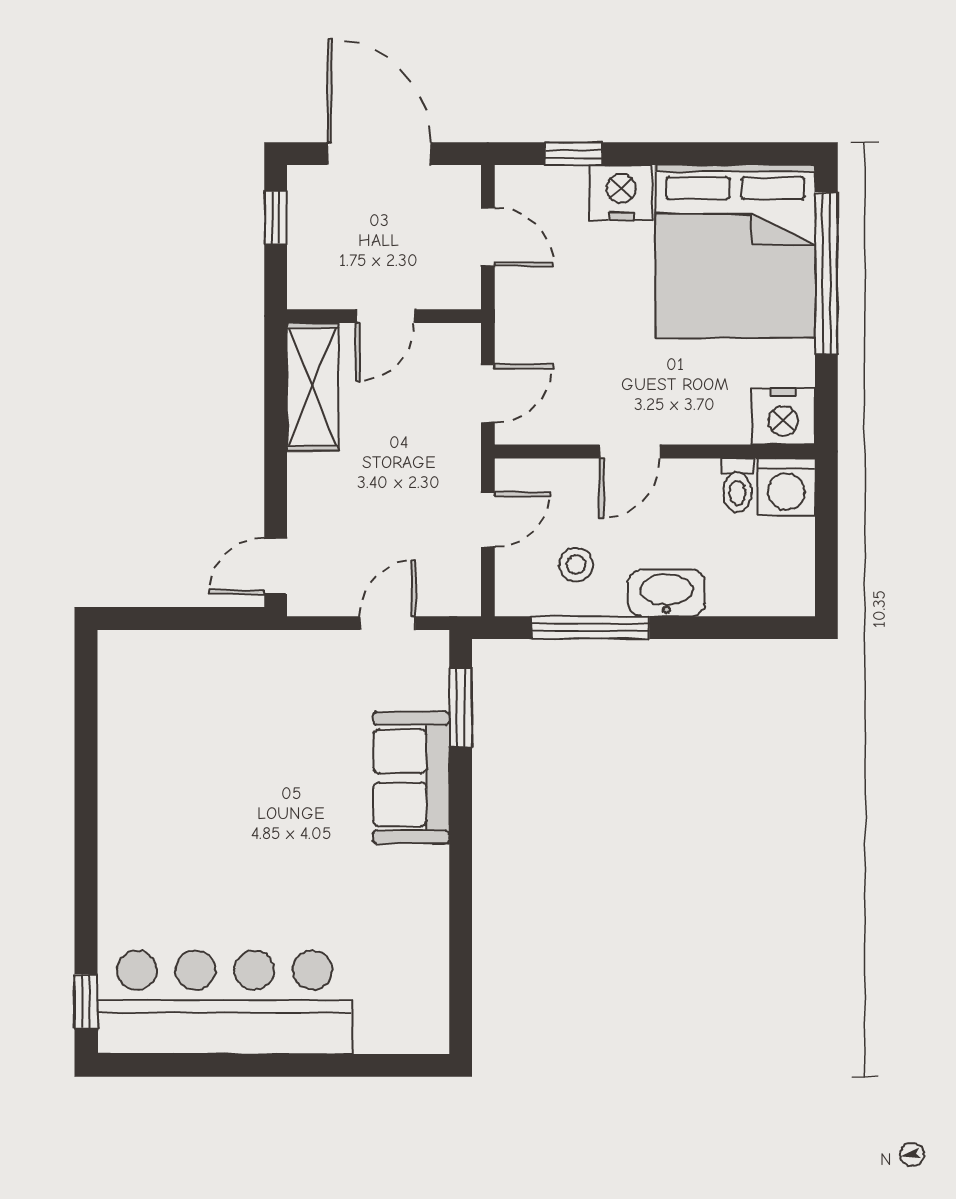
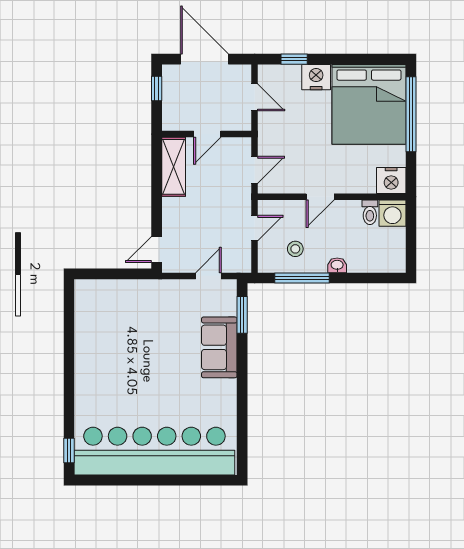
washbasin: (666, 593) -> (337, 265), width x0.52, depth x0.69
bar counter: (225, 1002) -> (154, 451), width x1.36

